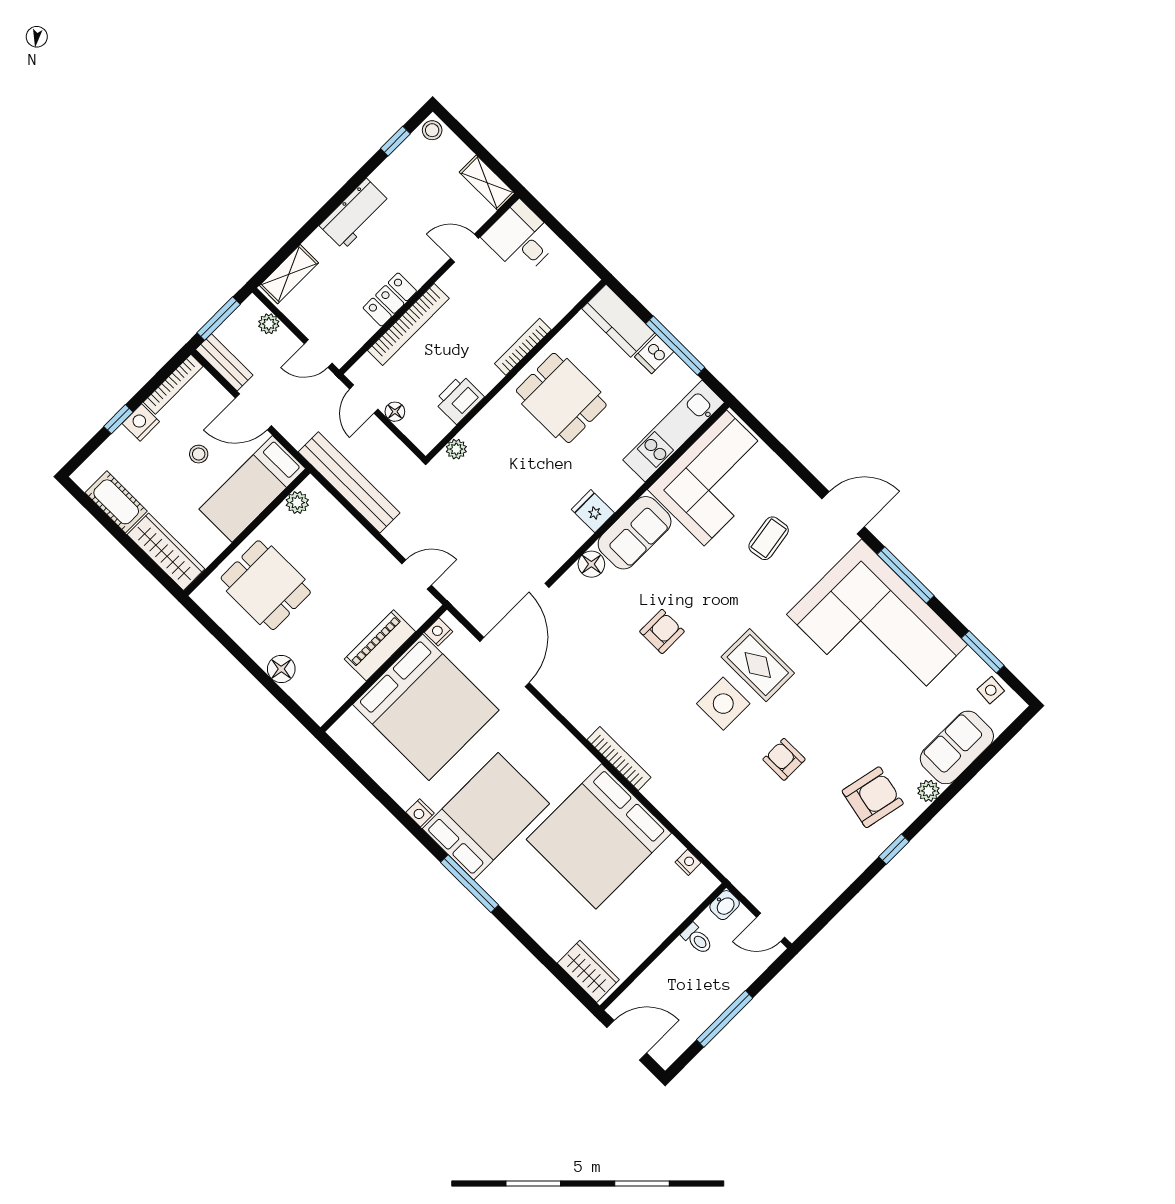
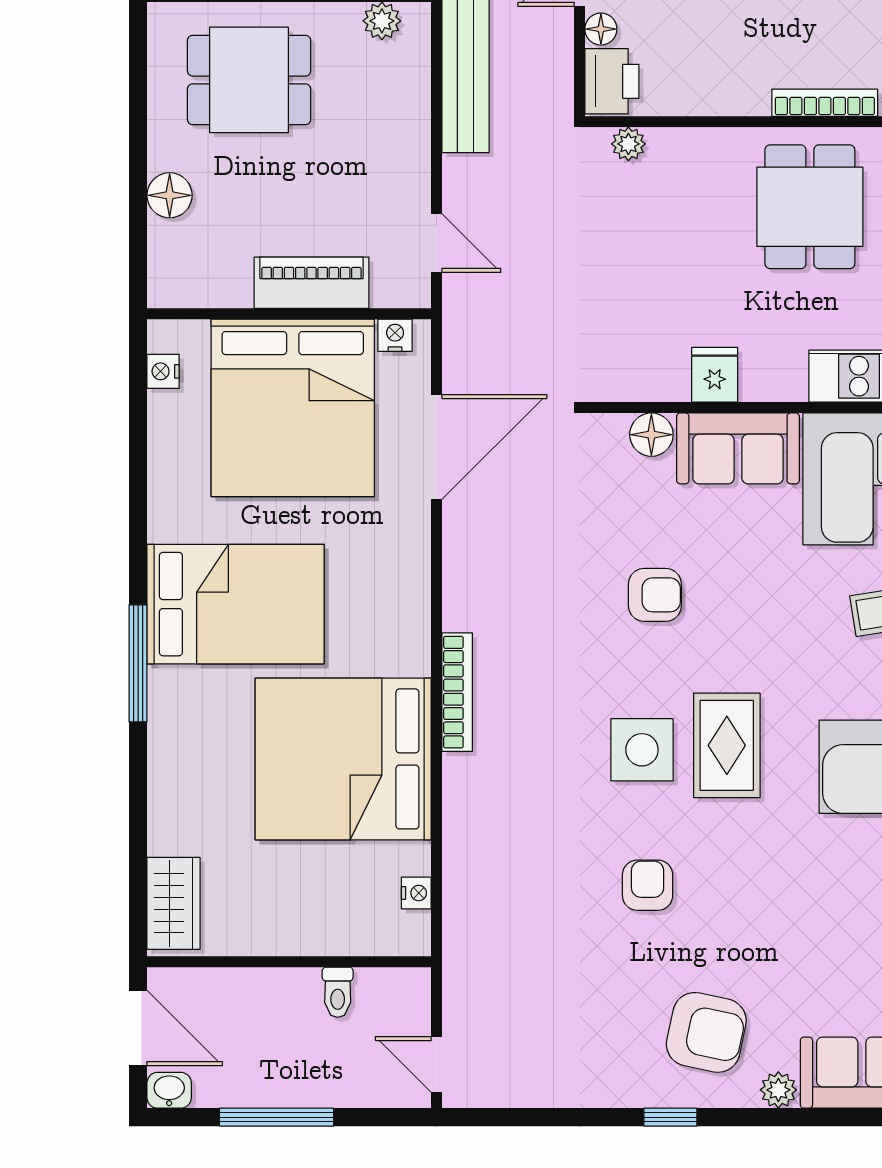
printer: (459, 399) -> (612, 81), moved, turned 90
dining table: (266, 585) -> (249, 80), turned 90
nightstand: (420, 813) -> (163, 371), moved
washbasin: (725, 905) -> (169, 1090), moved, turned 180

